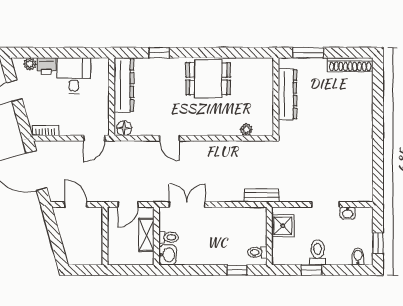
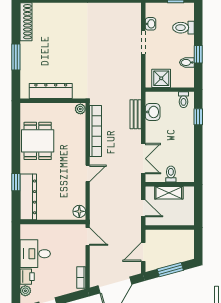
dresser: (124, 85) -> (28, 197), moved, turned 90
dresser: (287, 94) -> (51, 91), moved
wall: (276, 97) -> (53, 101), moved
bookcase: (220, 148) -> (96, 131), added
bench: (262, 195) -> (136, 114), moved
double door: (187, 205) -> (143, 159), swing flipped
window: (55, 237) -> (170, 270), added
toilet: (318, 252) -> (183, 28), moved
washbasin: (168, 255) -> (153, 112), moved, turned 90
bidet: (358, 256) -> (187, 62), moved

